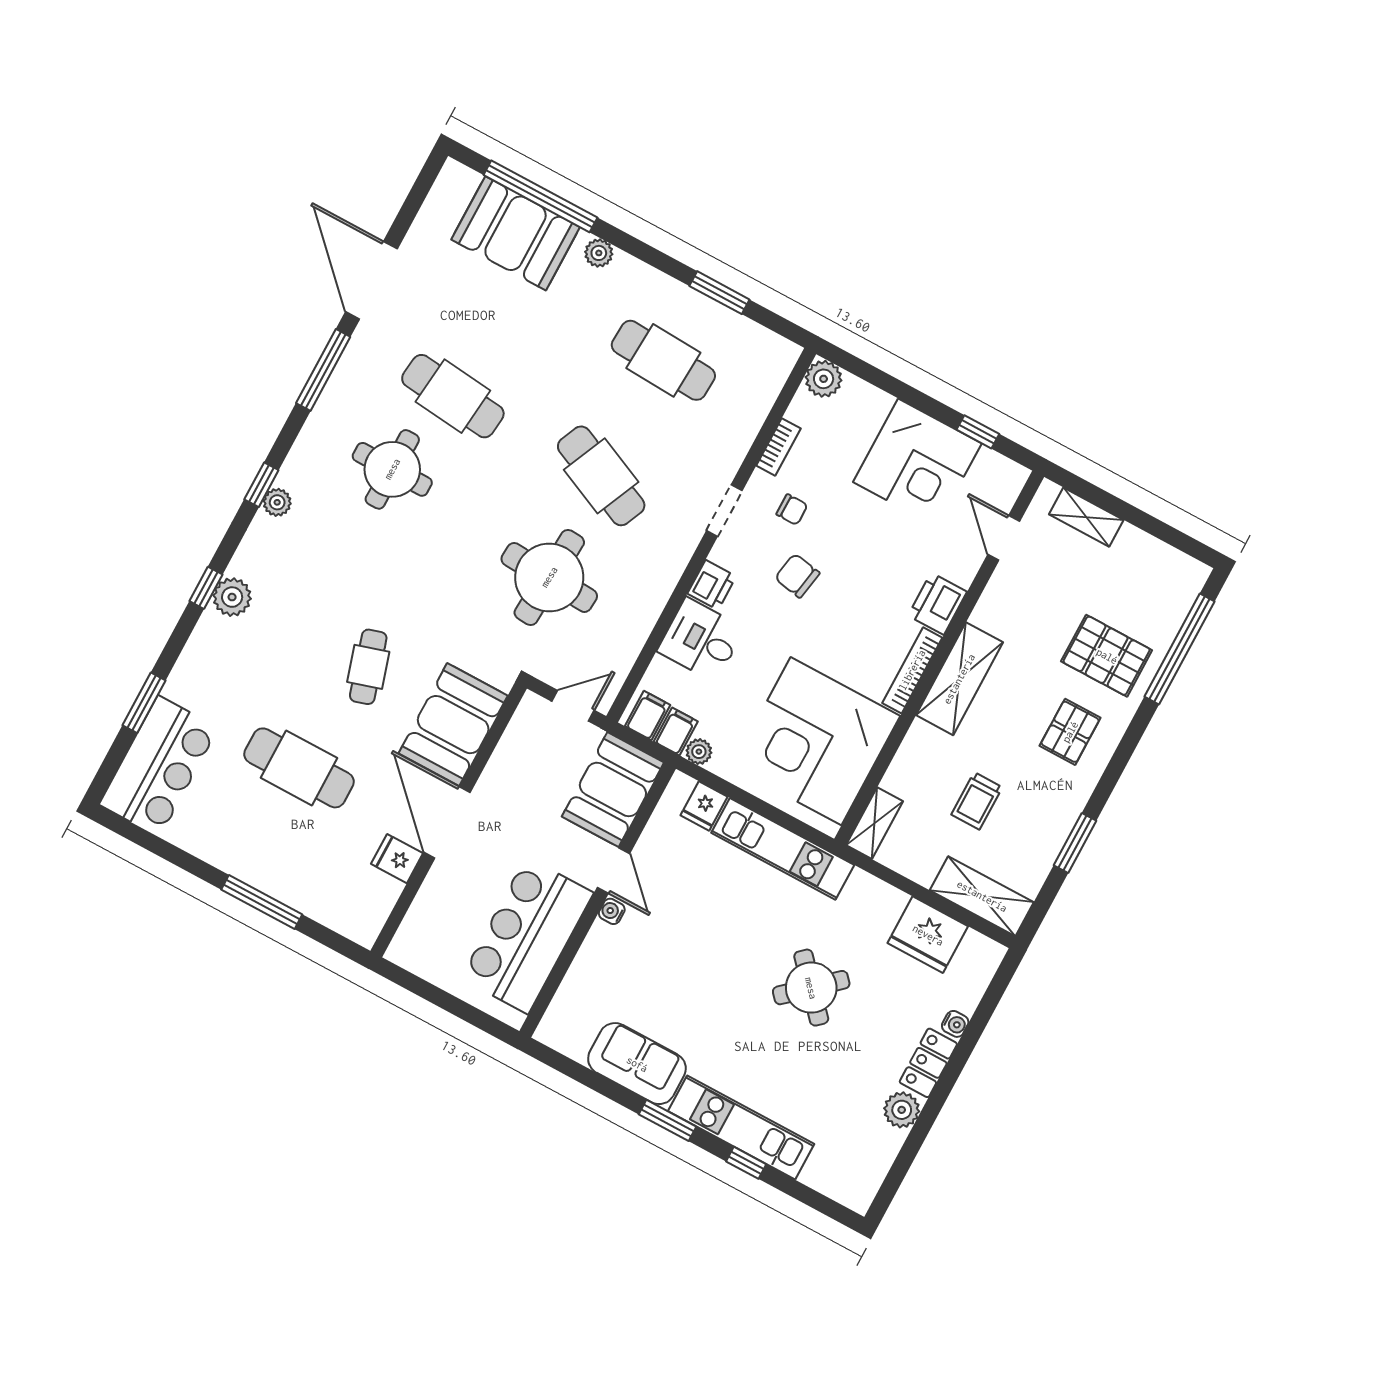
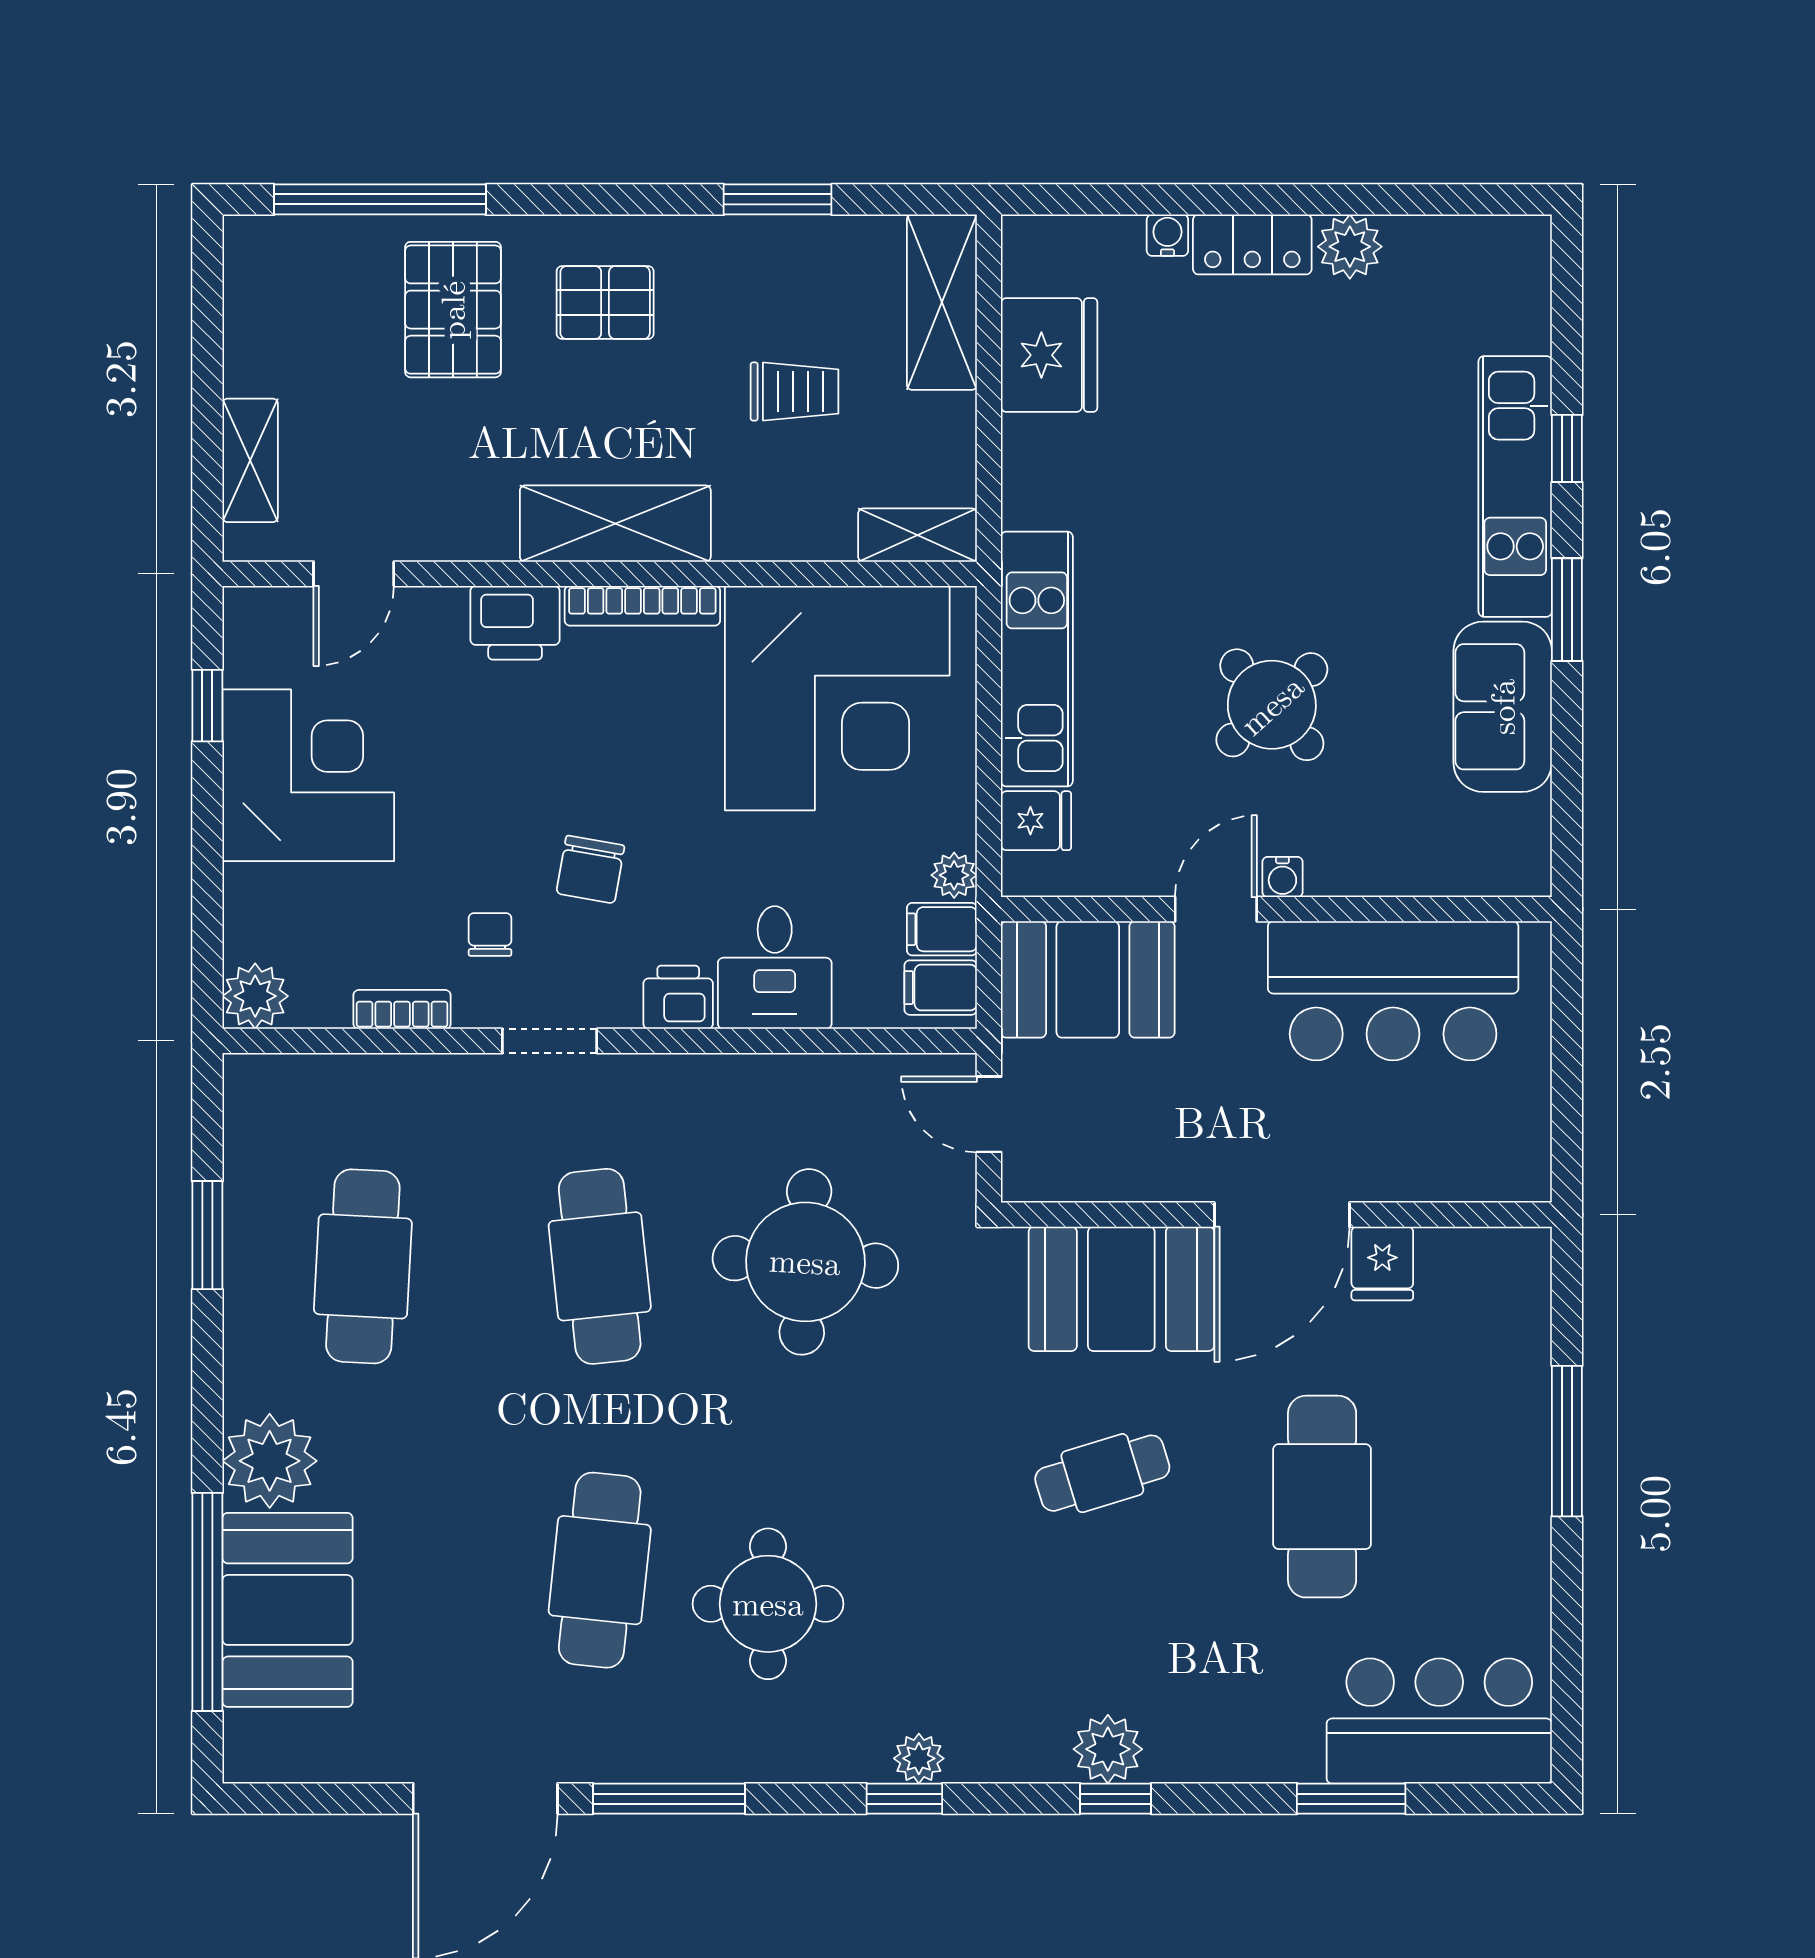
plant: (599, 253) -> (270, 1461), width x1.87, depth x1.87
cafe table: (601, 476) -> (600, 1266), turned -30
round table: (811, 988) -> (1272, 705), moved

